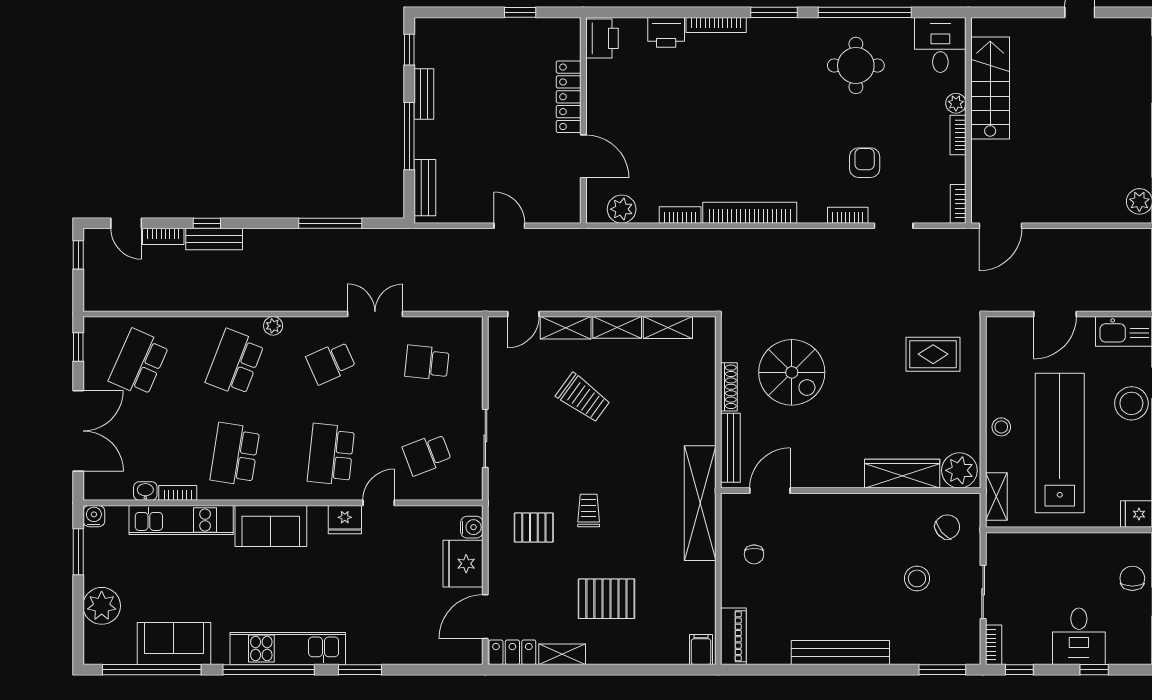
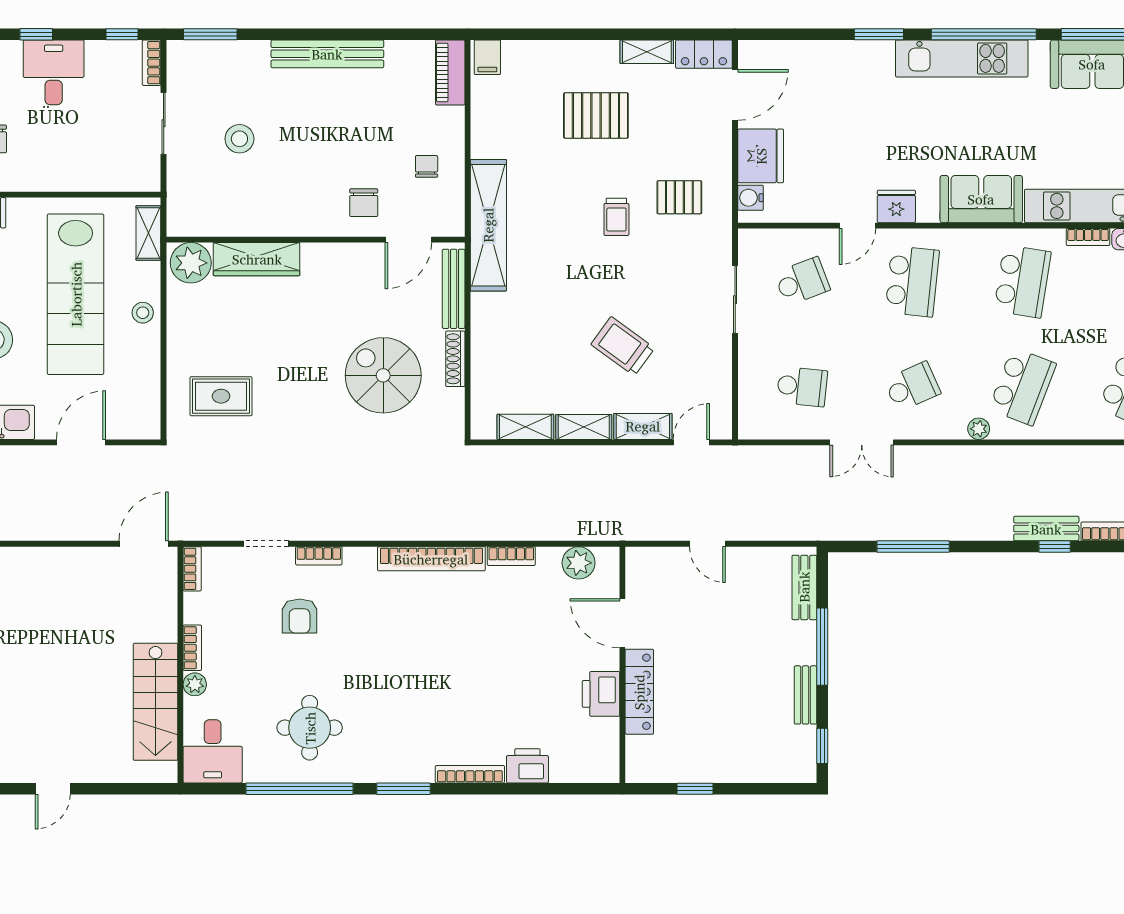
printer: (602, 38) -> (601, 694), moved
chair: (947, 527) -> (364, 203), moved, turned -50

